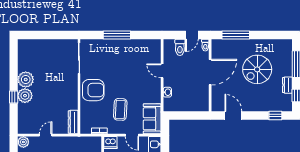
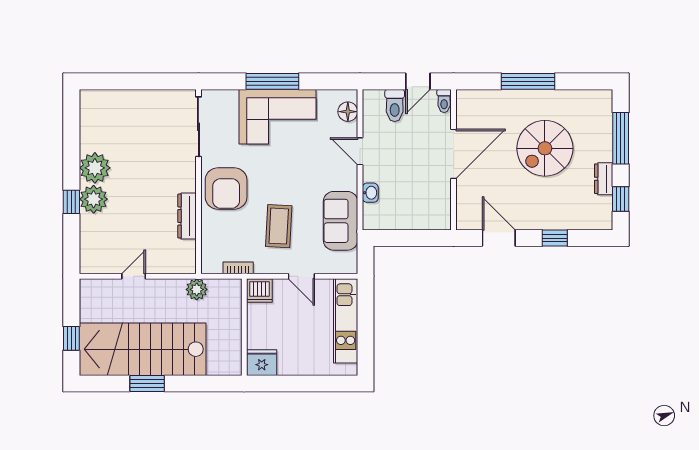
window: (236, 35) -> (528, 81), moved
floor lamp: (156, 51) -> (348, 112), added
corner sofa: (120, 53) -> (278, 117), added
armchair: (93, 90) -> (226, 189), turned 90
window: (275, 116) -> (555, 238), moved
sofa: (152, 119) -> (340, 221), moved
dresser: (73, 122) -> (187, 216), moved
plant: (23, 142) -> (197, 289), moved

